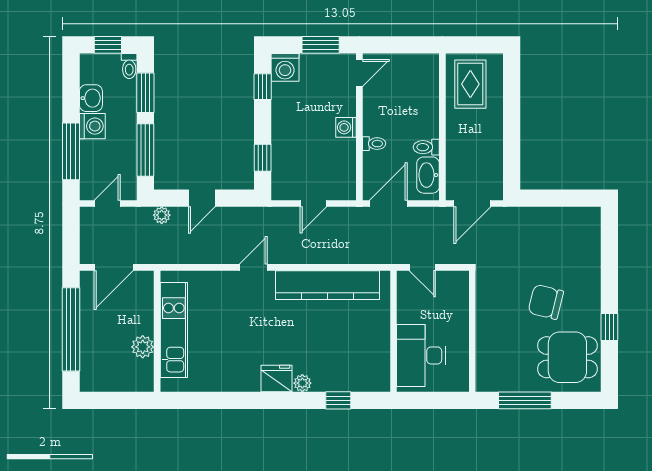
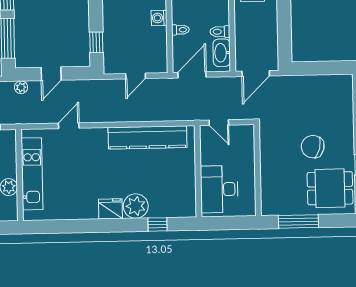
door: (253, 267) -> (69, 126), moved
plant: (302, 383) -> (136, 206), width x1.88, depth x1.88

